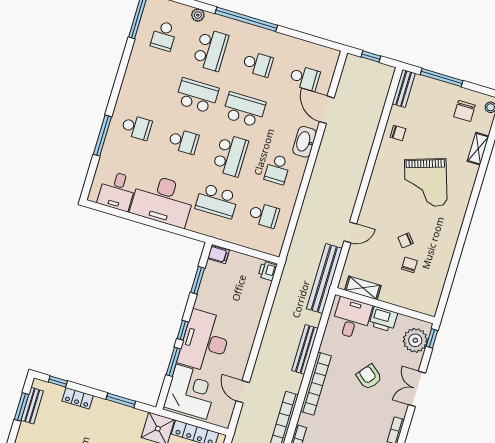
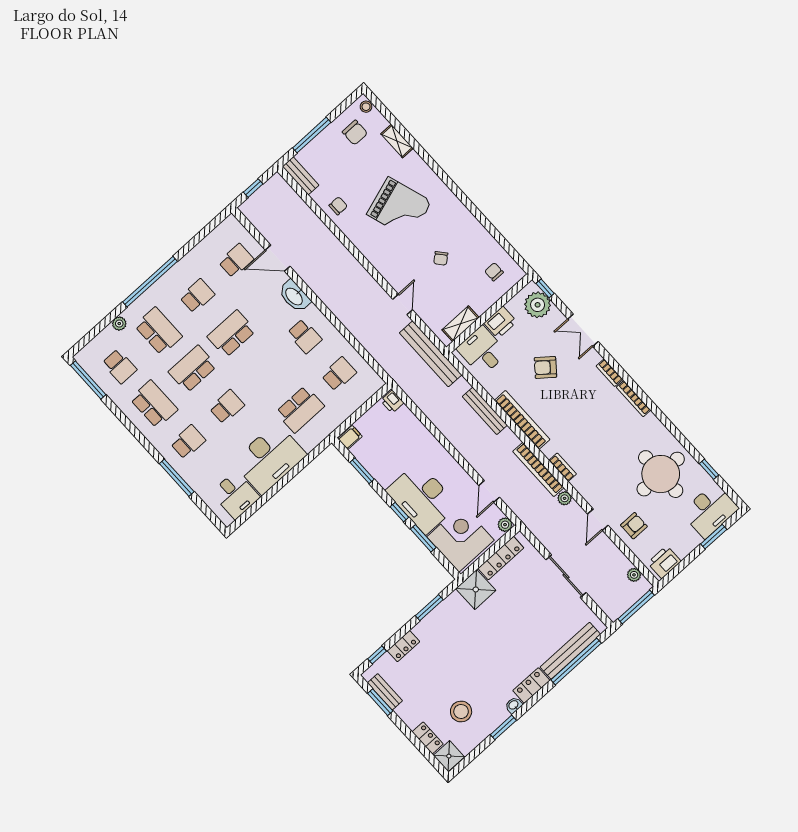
school desk: (230, 155) -> (154, 404), moved
chair: (409, 265) -> (494, 272), moved
door: (243, 392) -> (489, 491), hinge flipped
plant: (224, 421) -> (505, 525), added

